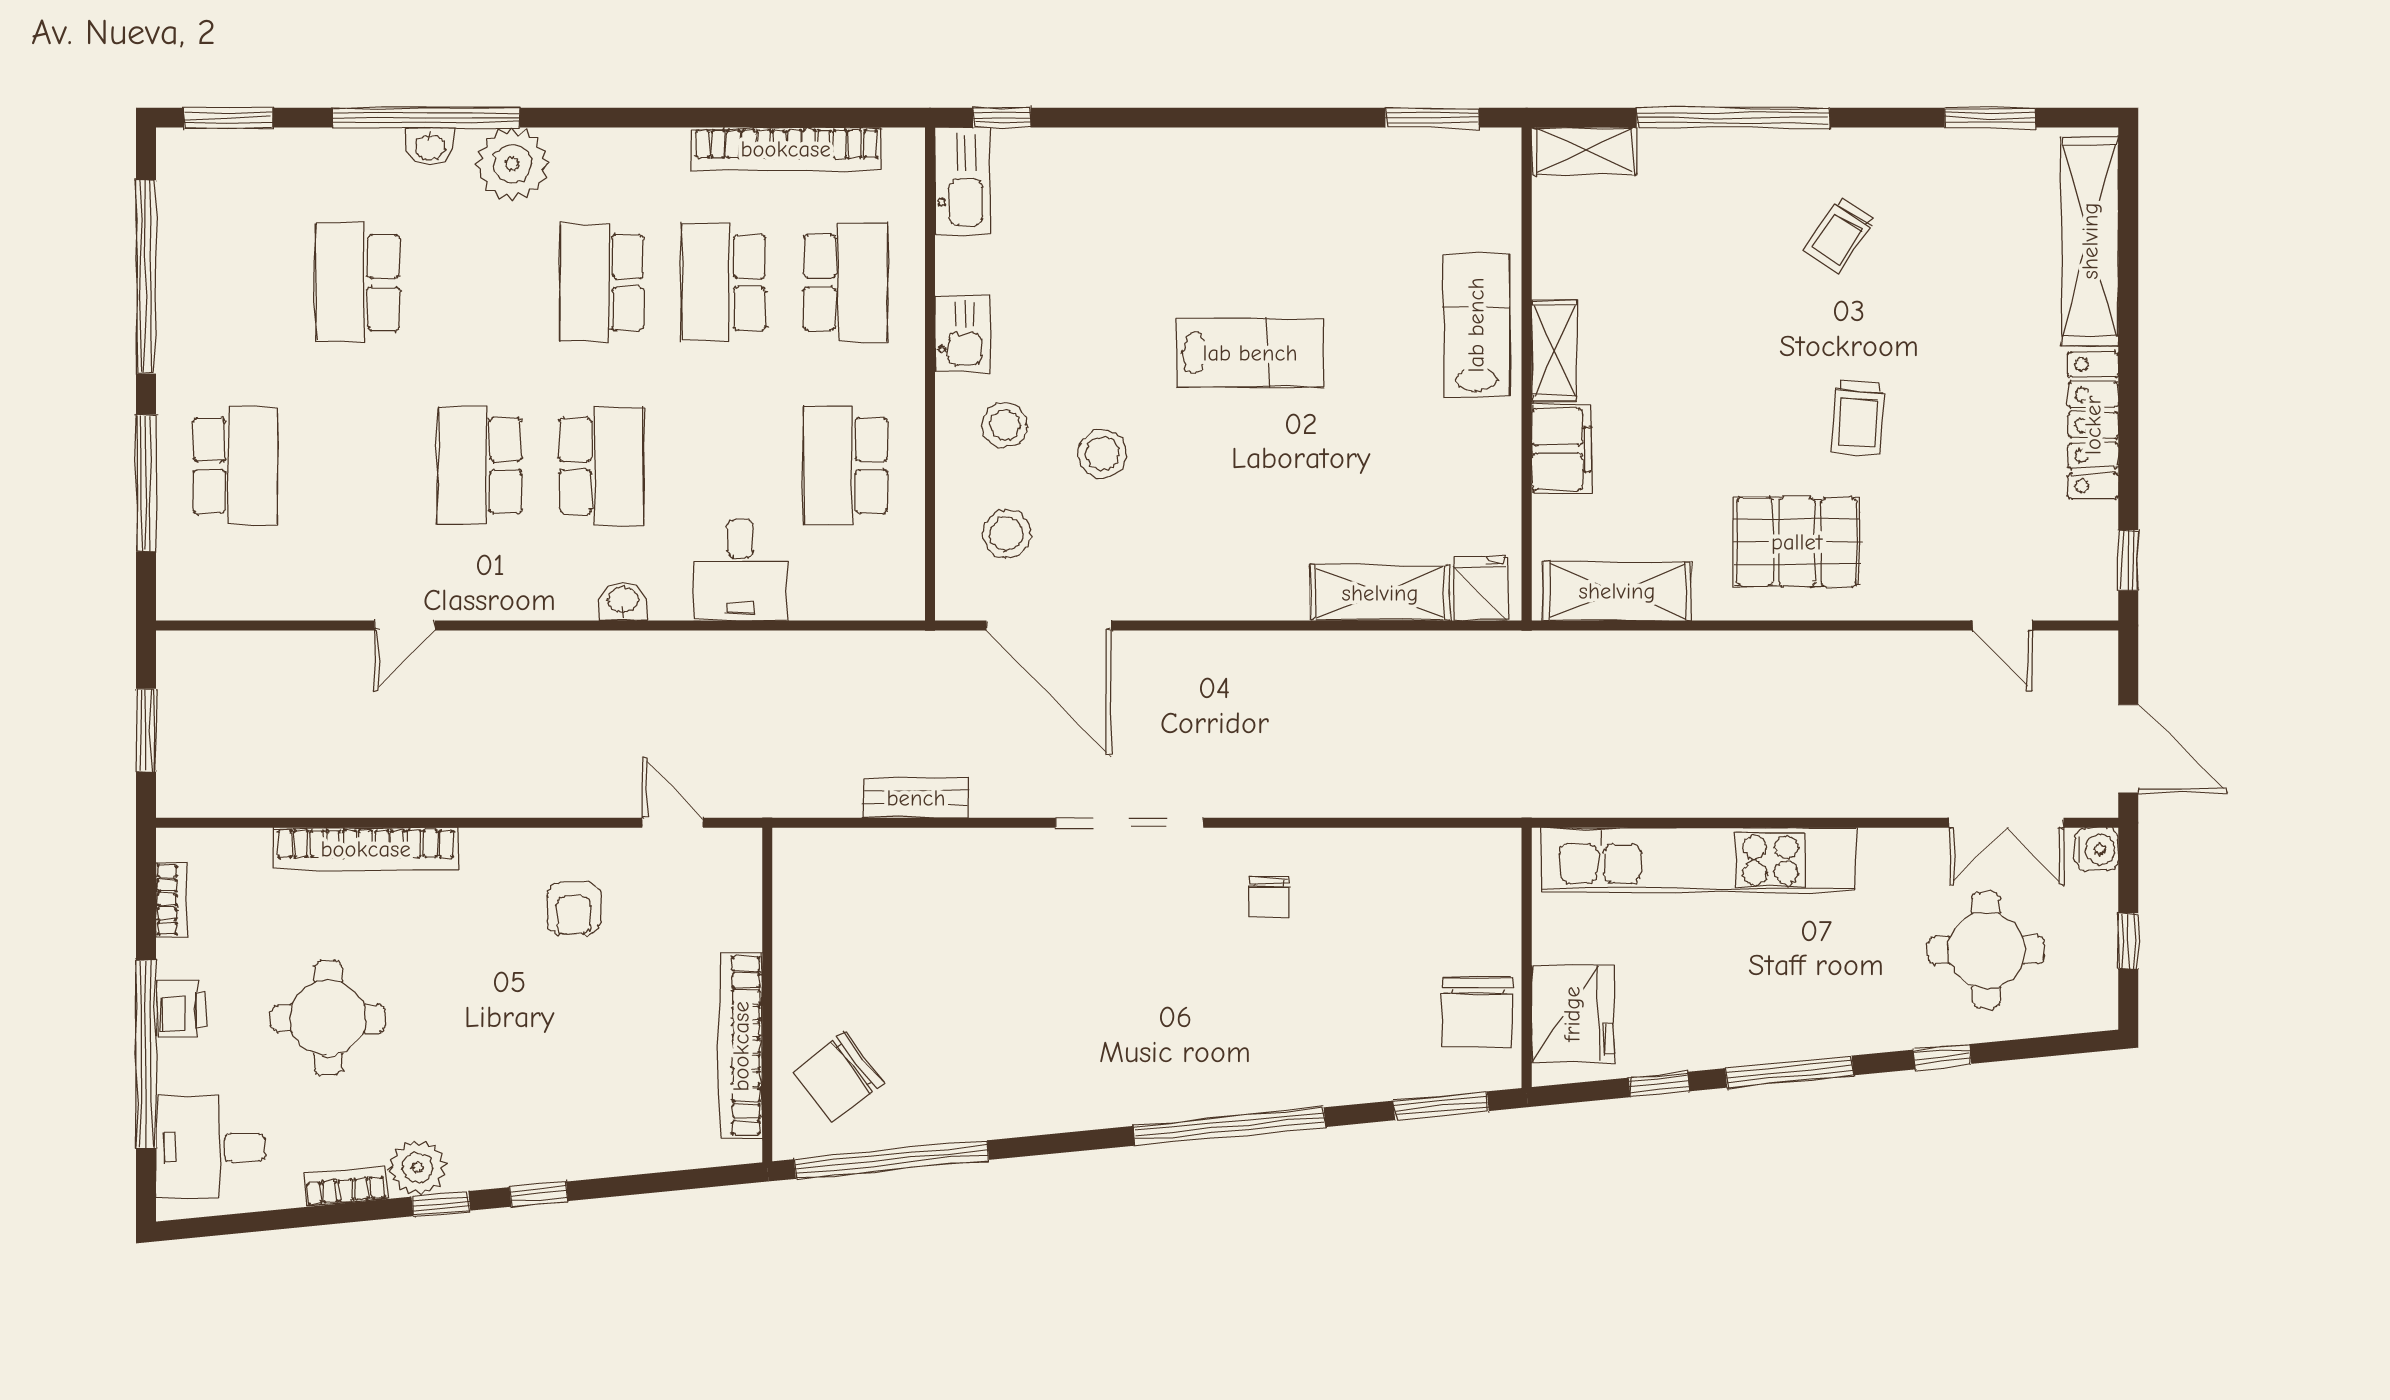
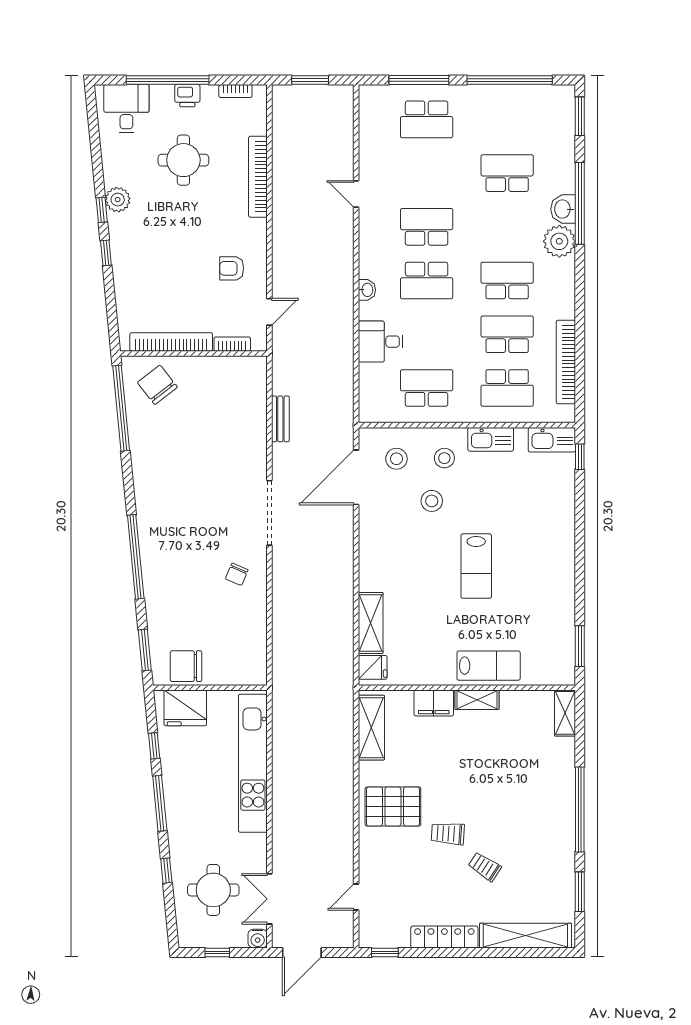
window: (1733, 118) -> (580, 809), moved
washbasin: (430, 147) -> (563, 209), width x1.38, depth x1.45
trolley: (1839, 235) -> (485, 867), moved
kitchen sink: (962, 334) -> (491, 439), width x1.38
pallet: (1797, 542) -> (393, 807), turned 90
chair: (1269, 897) -> (237, 574), turned -67
bookcase: (345, 1187) -> (232, 344), moved, turned -84

